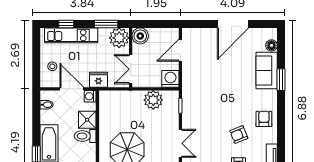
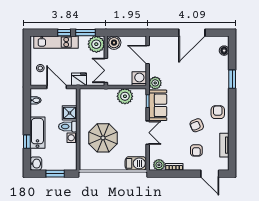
window: (66, 24) -> (64, 33), moved
door: (180, 50) -> (148, 55), hinge flipped
sofa: (267, 70) -> (158, 105), moved, turned 180
plant: (189, 84) -> (155, 83), added
washing machine: (90, 96) -> (72, 138), moved

